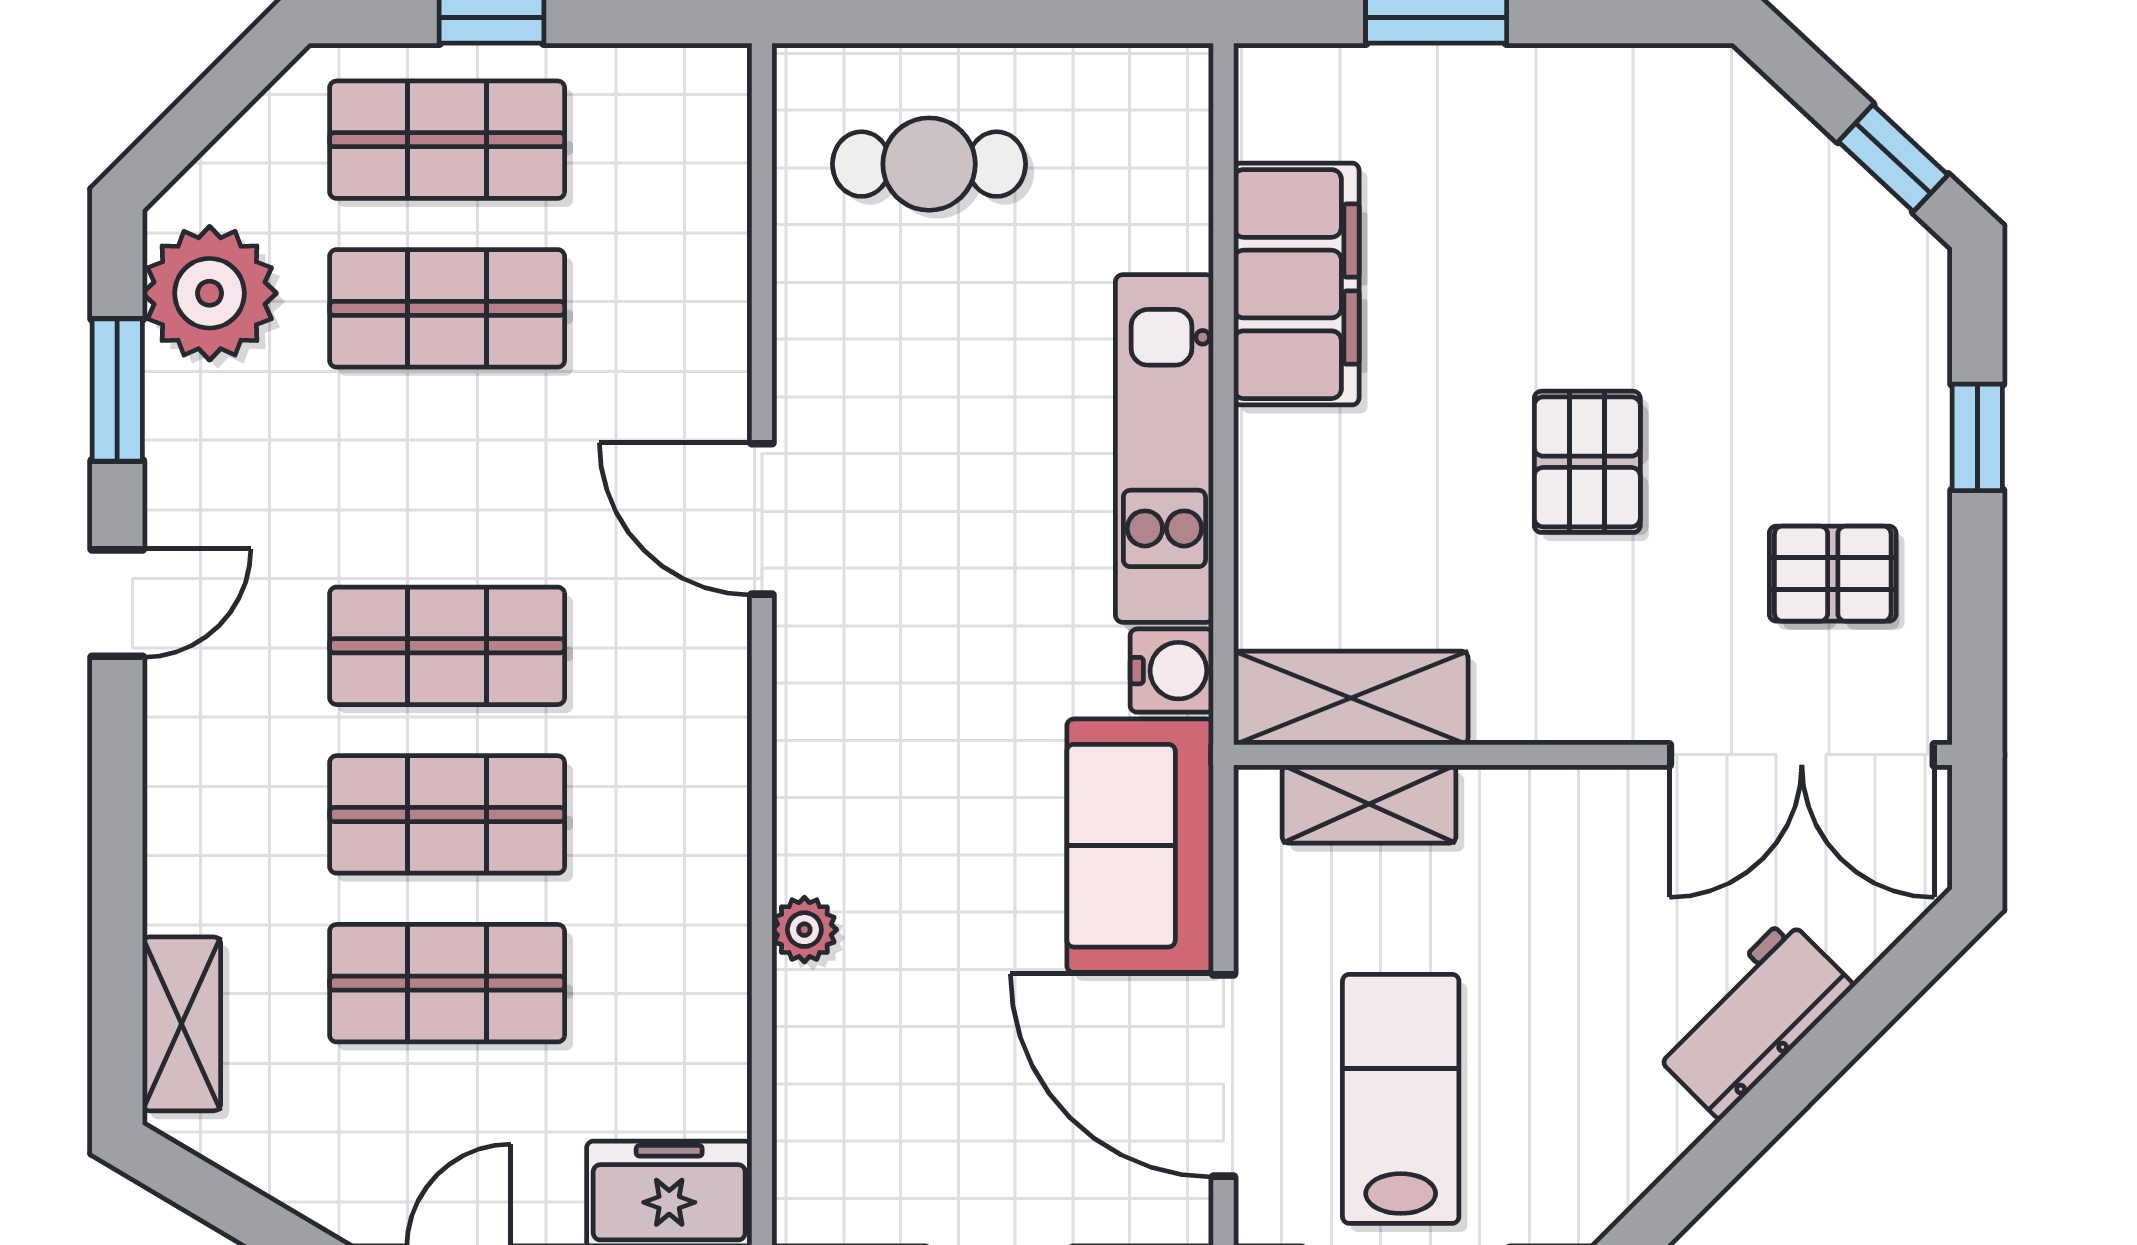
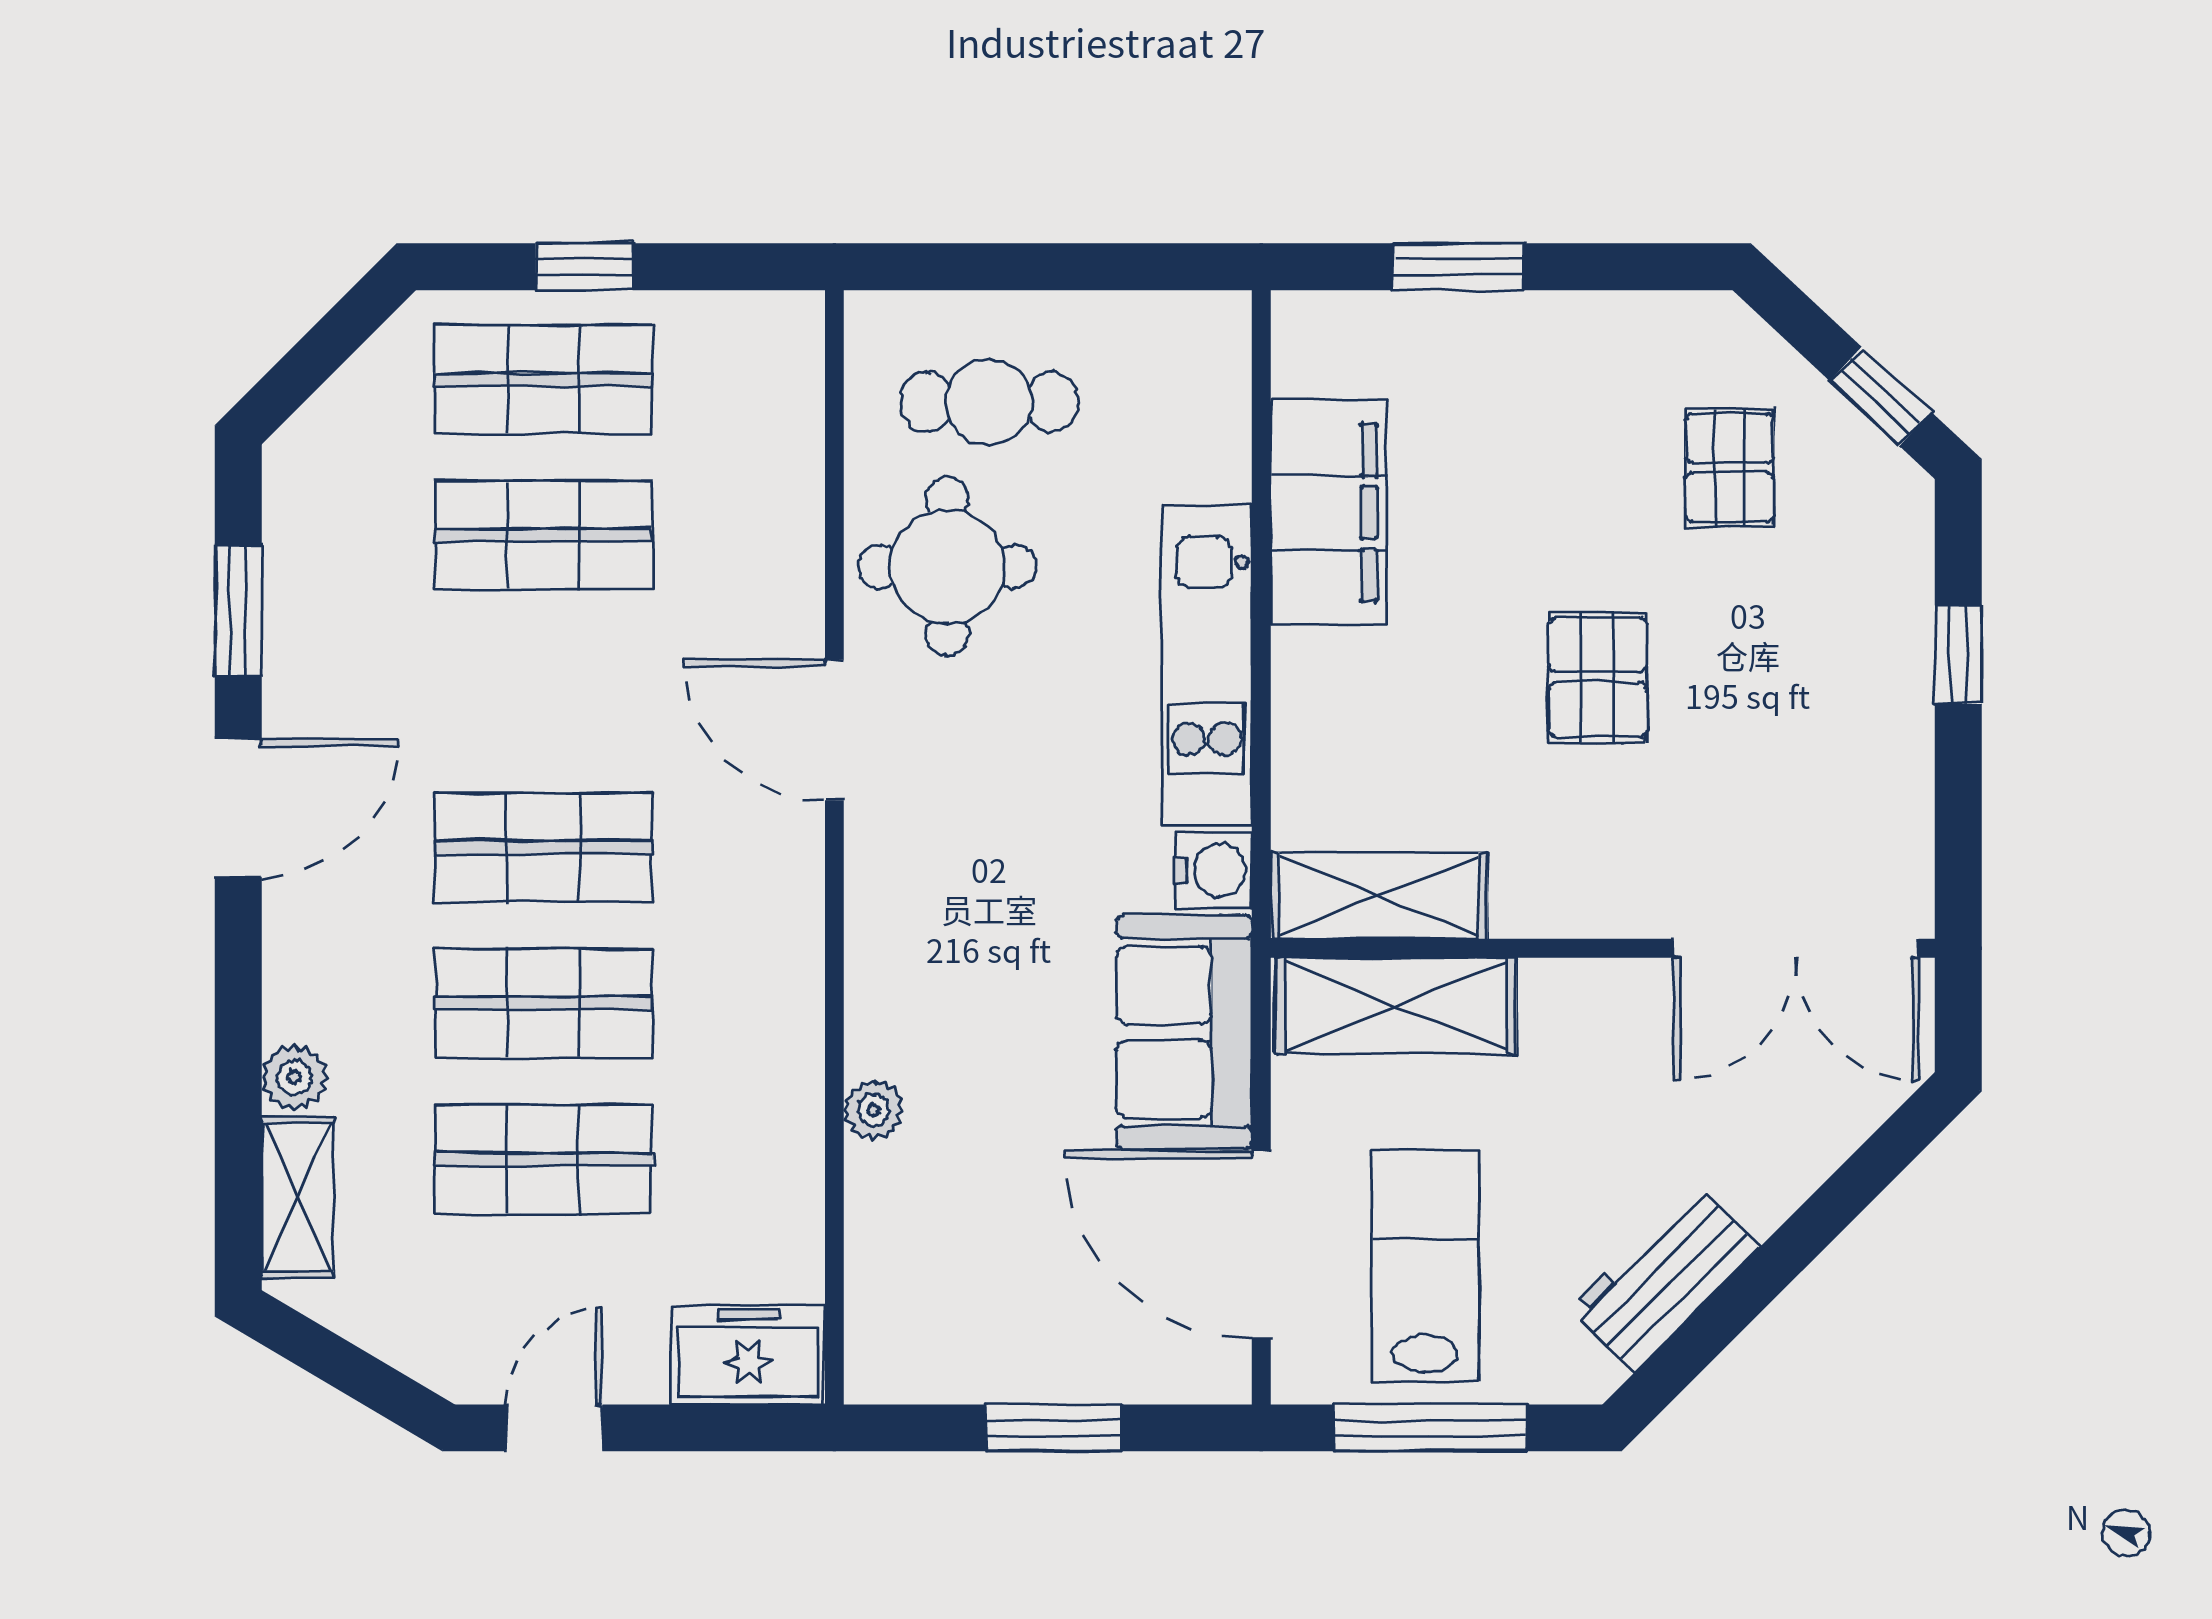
plant: (210, 293) -> (295, 1077), moved, width x0.53, depth x0.53
round table: (884, 342) -> (947, 567), added
pallet: (1833, 574) -> (1729, 468), moved, turned 90
door: (117, 603) -> (238, 808), width x1.38
shelving: (1369, 804) -> (1396, 1006), width x1.50, depth x1.33
workbench: (1753, 1018) -> (1665, 1278), moved

